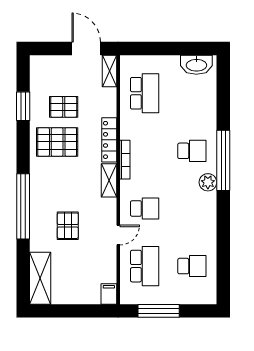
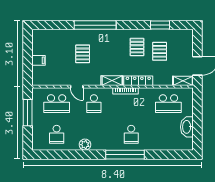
washbasin: (196, 65) -> (187, 127), moved
pallet: (57, 142) -> (137, 47), width x0.67, depth x0.71
plant: (208, 182) -> (85, 145), moved
pallet: (68, 226) -> (83, 54), turned 90
shelving: (40, 278) -> (49, 36), removed
filing cabinet: (109, 294) -> (39, 60), moved

